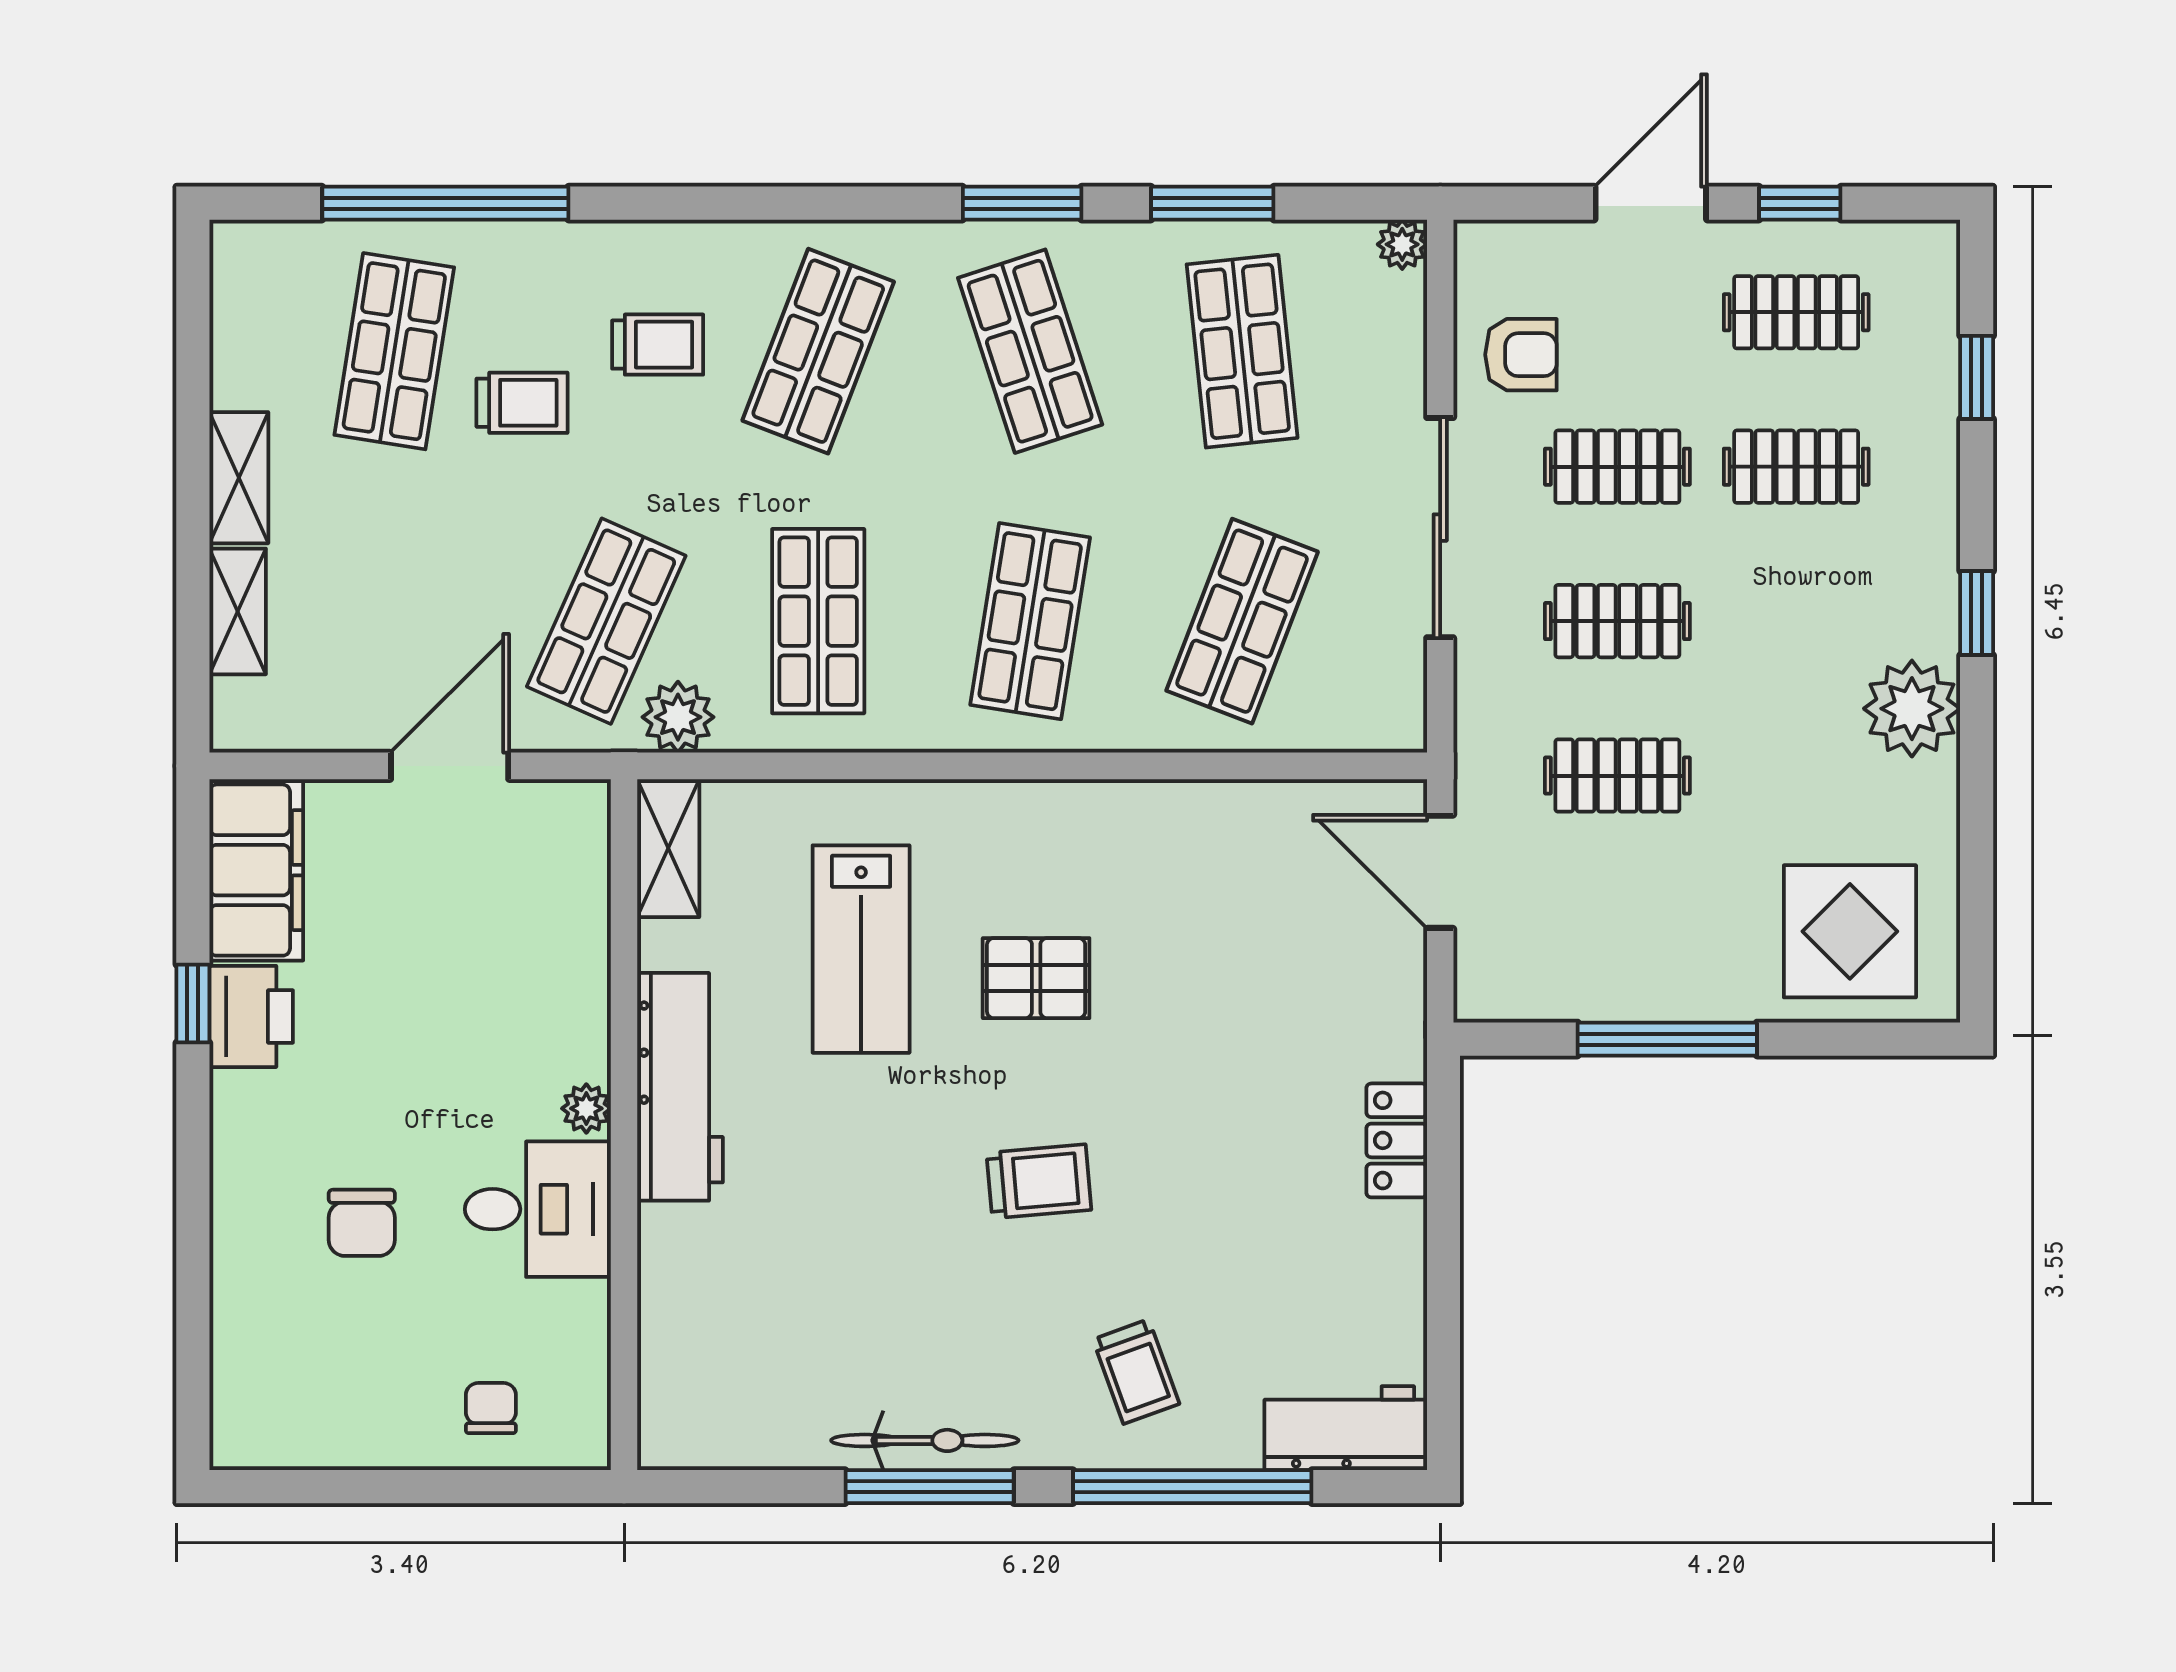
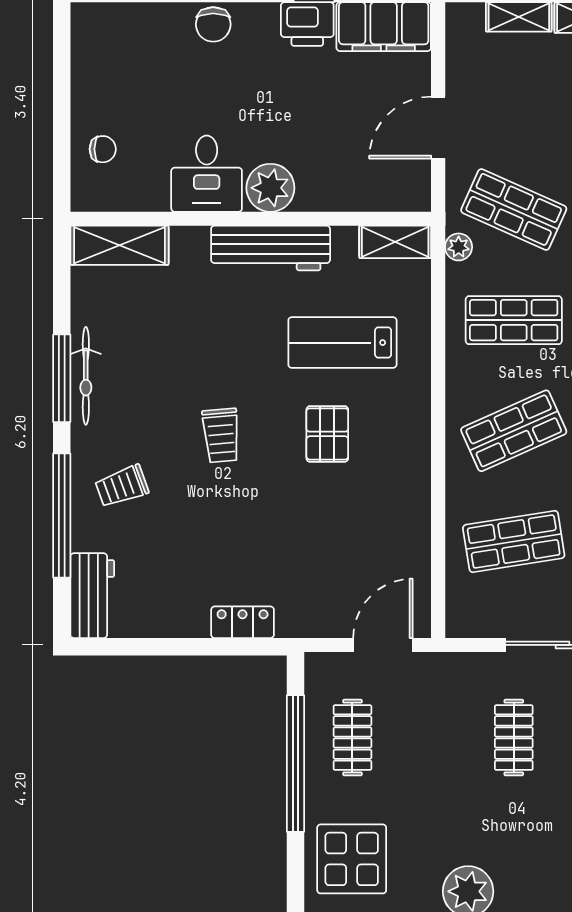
shop shelf: (1030, 621) -> (514, 431), turned -33
shop shelf: (1242, 621) -> (514, 542), turned -30
plant: (678, 717) -> (459, 247), width x0.73, depth x0.73
door: (450, 766) -> (438, 128), swing flipped
clothes rail: (1617, 776) -> (352, 738), moved
window: (1667, 1039) -> (295, 764), width x1.46
plant: (586, 1108) -> (270, 188), width x1.88, depth x1.88
chair: (362, 1223) -> (213, 24), moved, turned -90
shelving: (675, 1376) -> (120, 245), added

